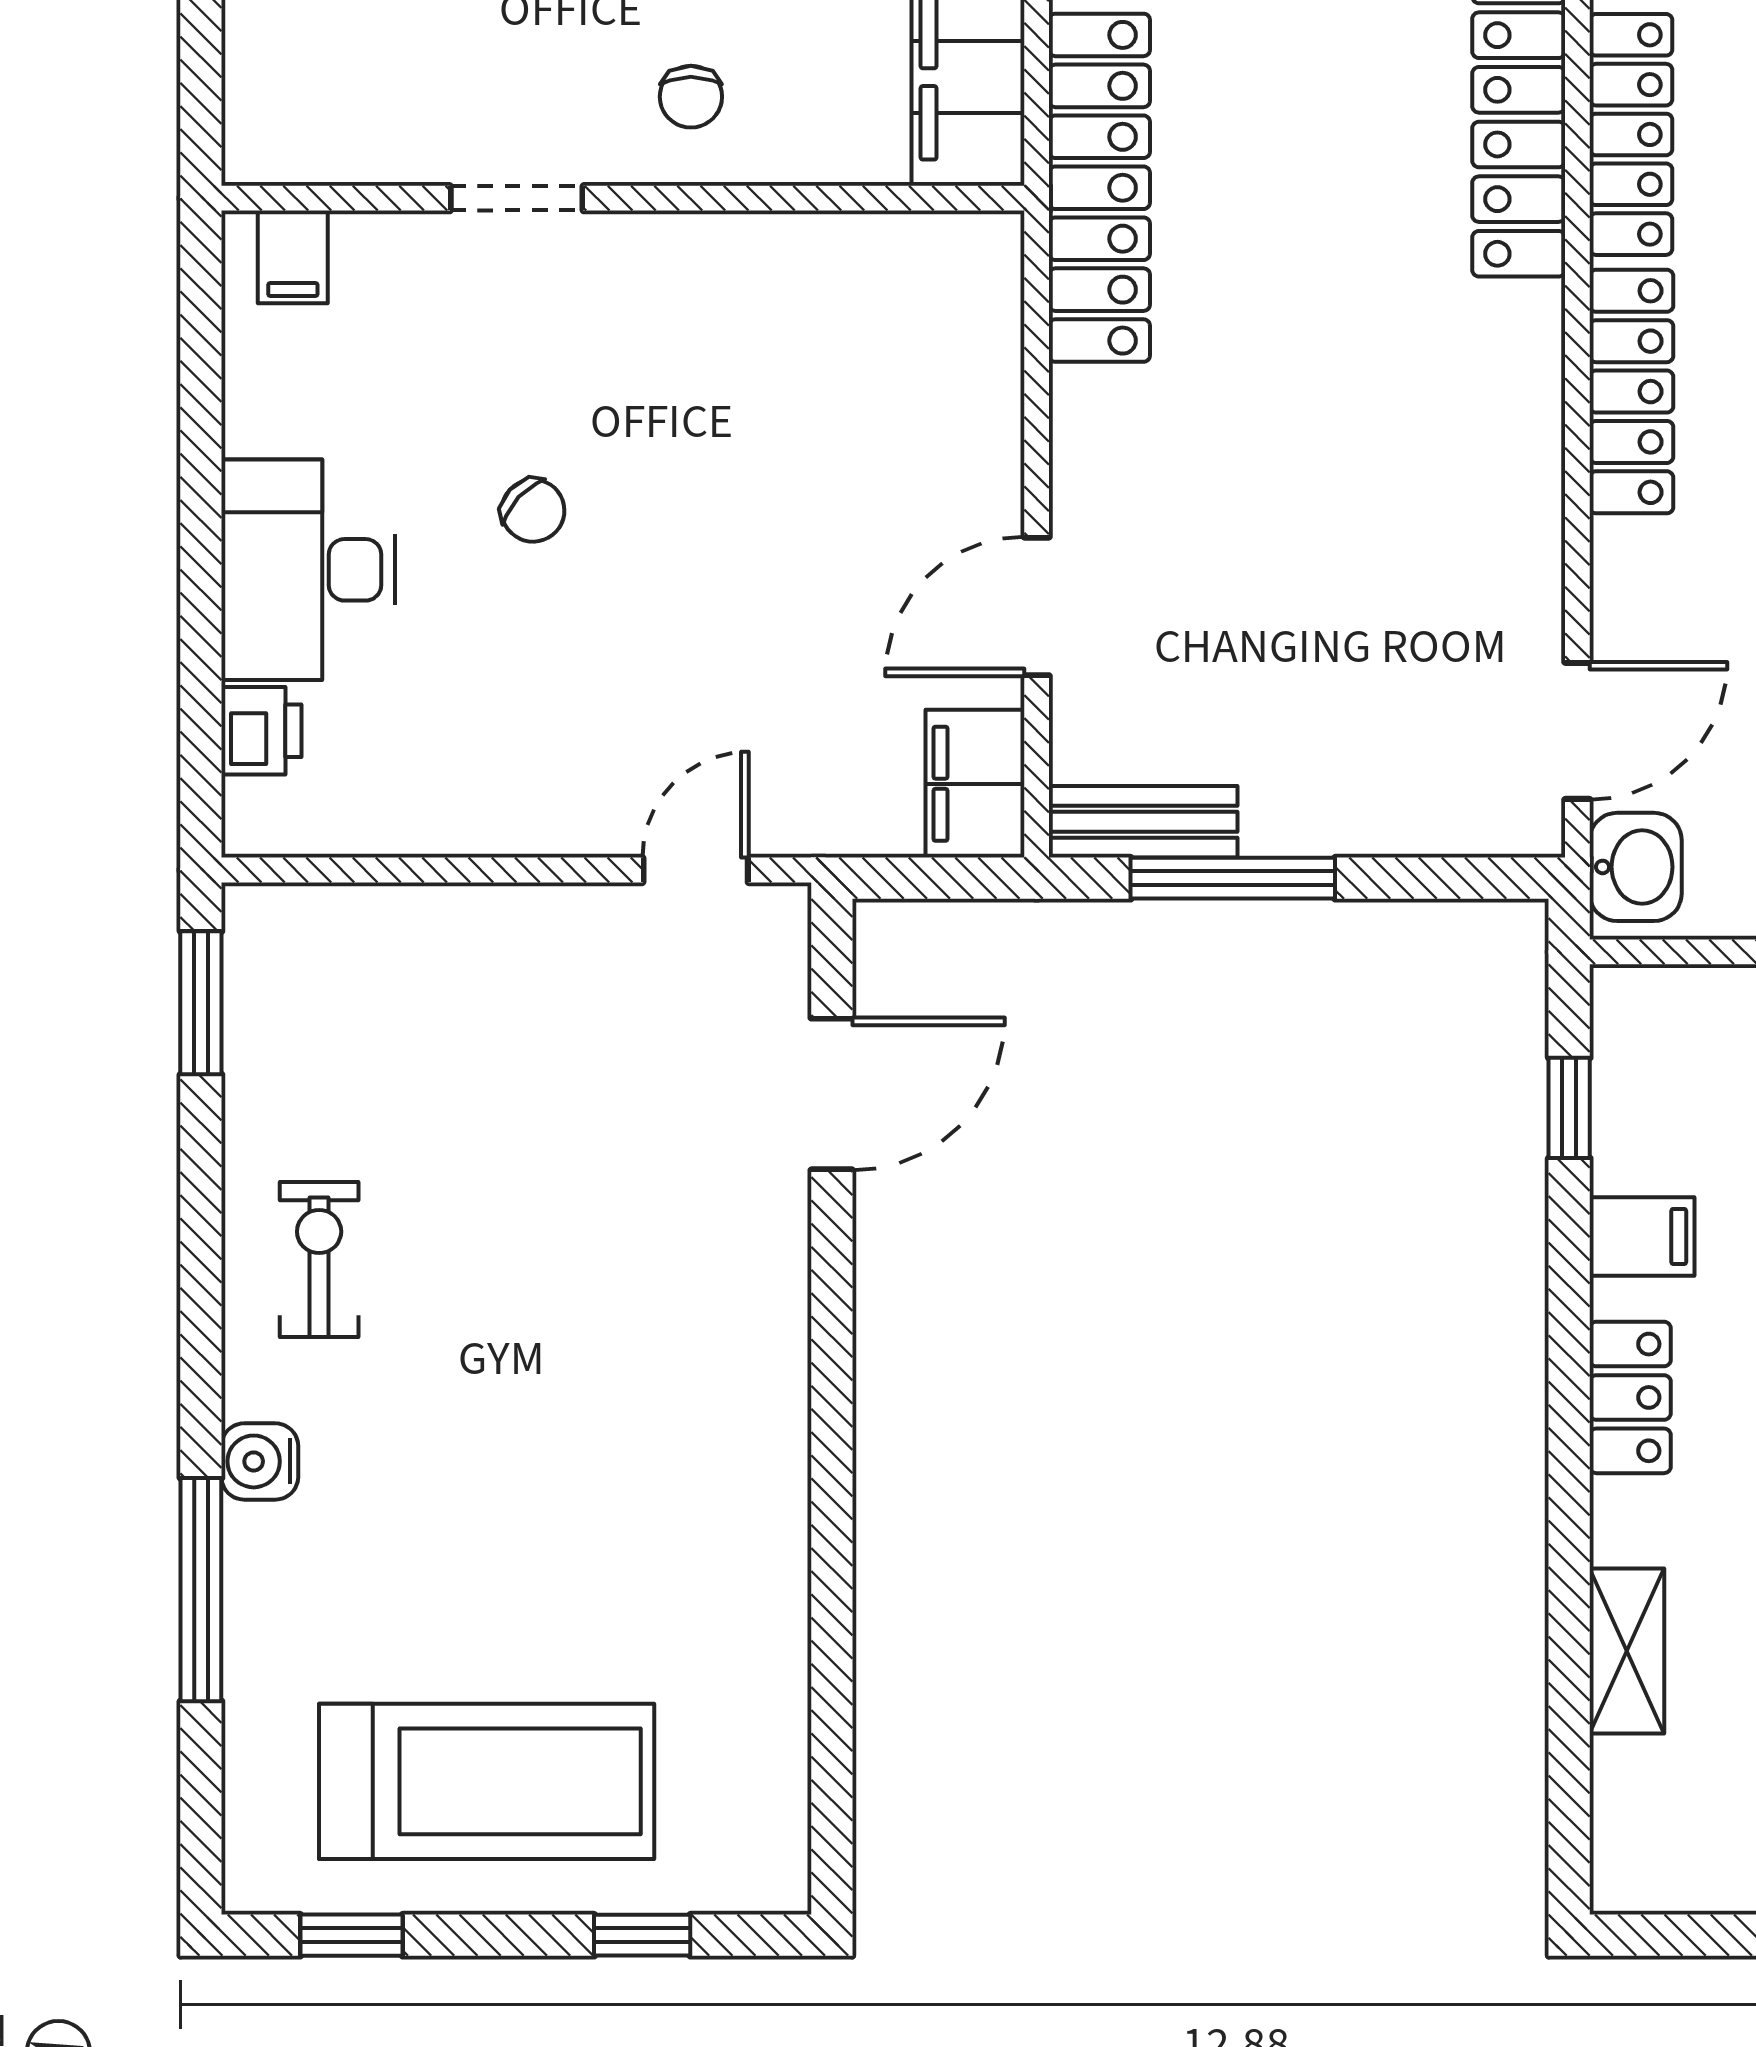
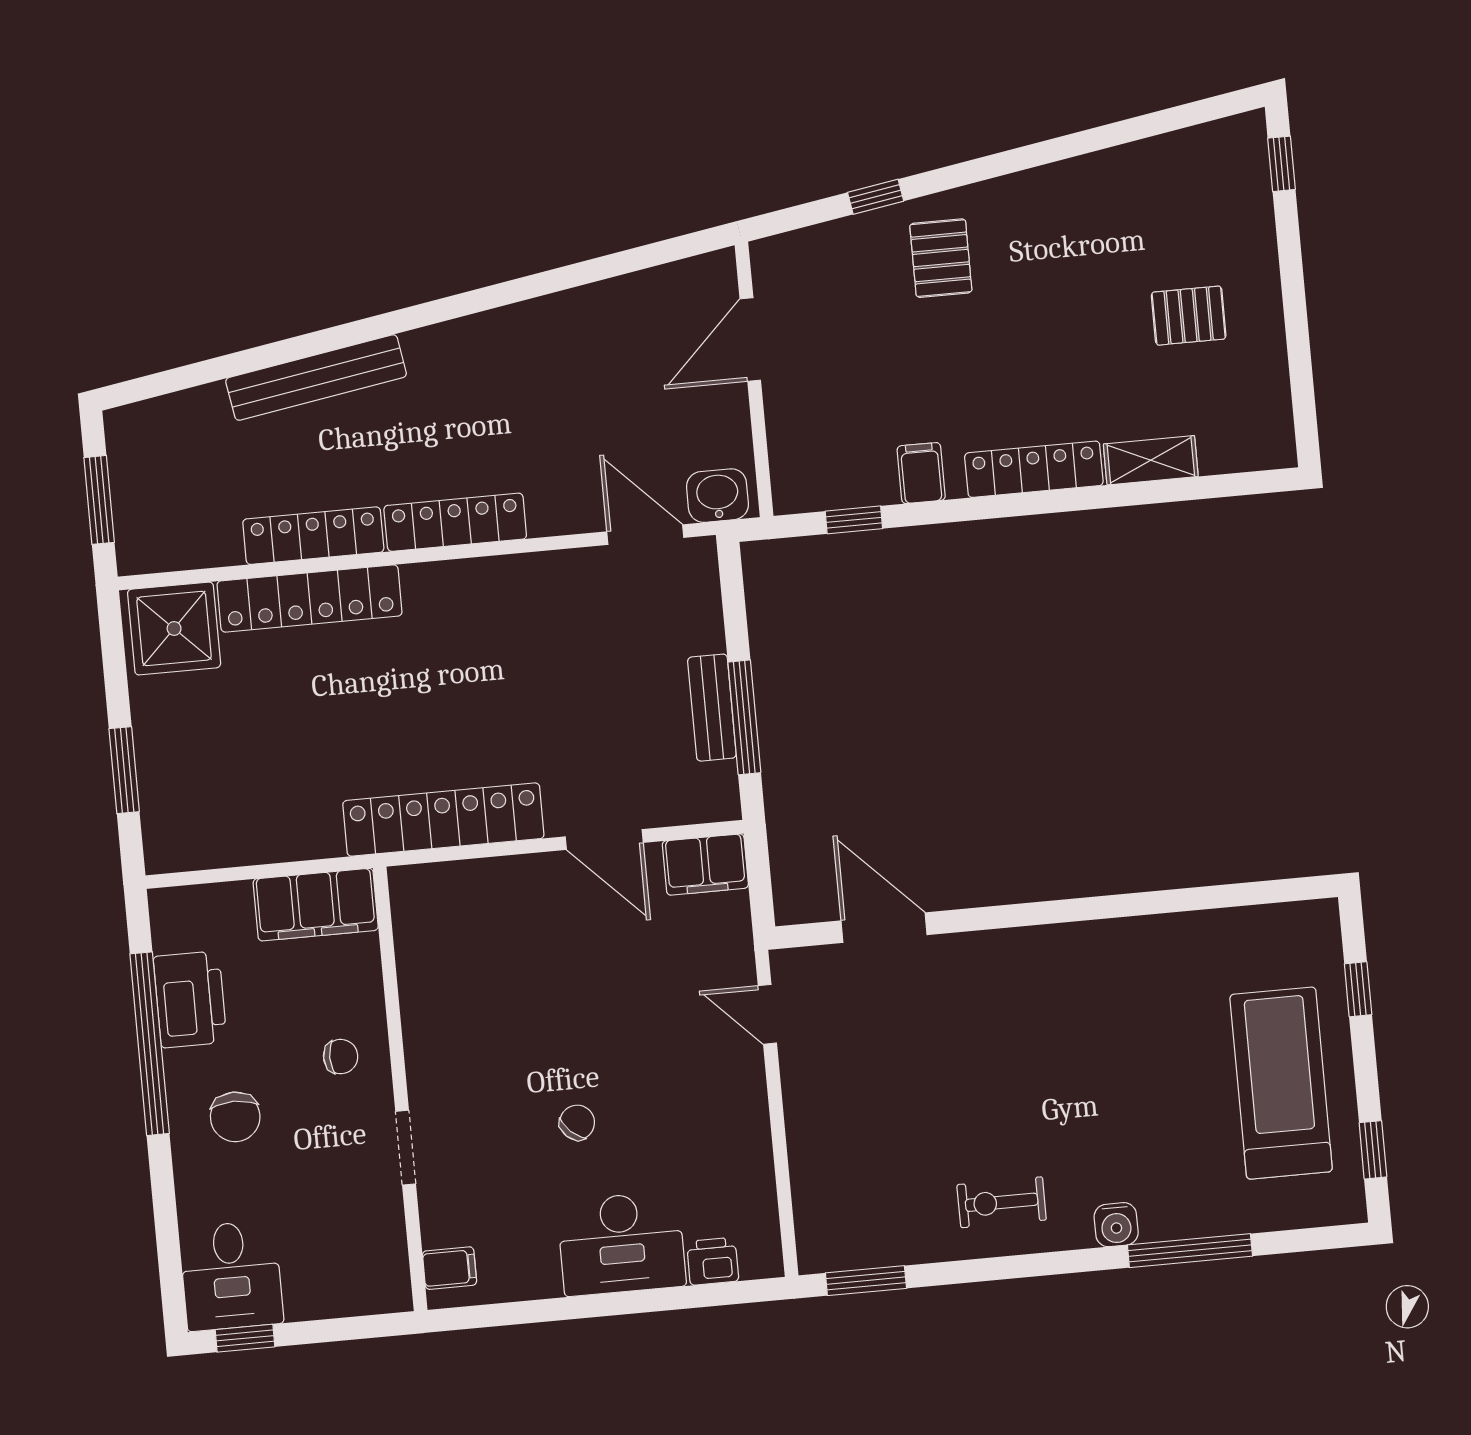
locker: (1099, 188) -> (443, 820), moved
bench: (1143, 822) -> (712, 708), moved
locker: (1630, 1397) -> (1034, 469), width x1.53

